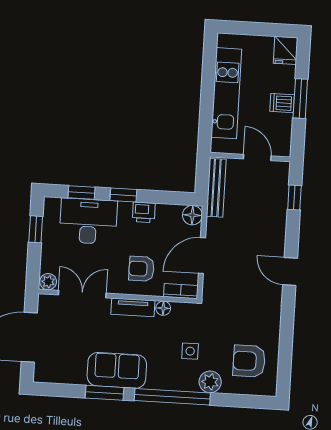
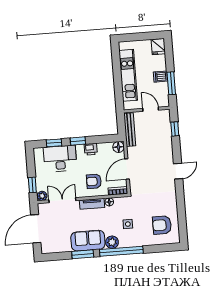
window: (300, 99) -> (171, 83), moved
window: (36, 229) -> (32, 185), moved
door: (290, 271) -> (178, 171), swing flipped
plant: (210, 382) -> (112, 242), moved

